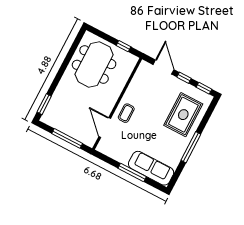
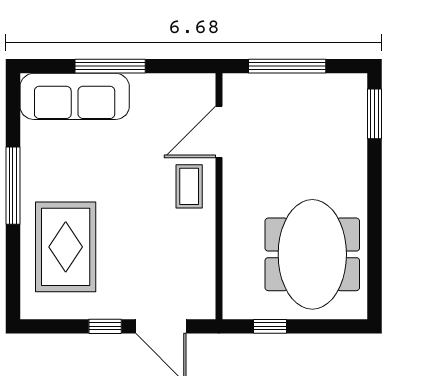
window: (204, 88) -> (51, 326), removed
door: (105, 127) -> (219, 132), swing flipped

